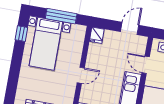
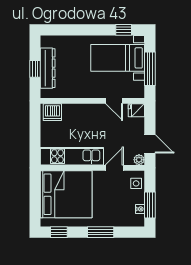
plant: (142, 41) -> (139, 160), added
door: (81, 75) -> (114, 101), moved

